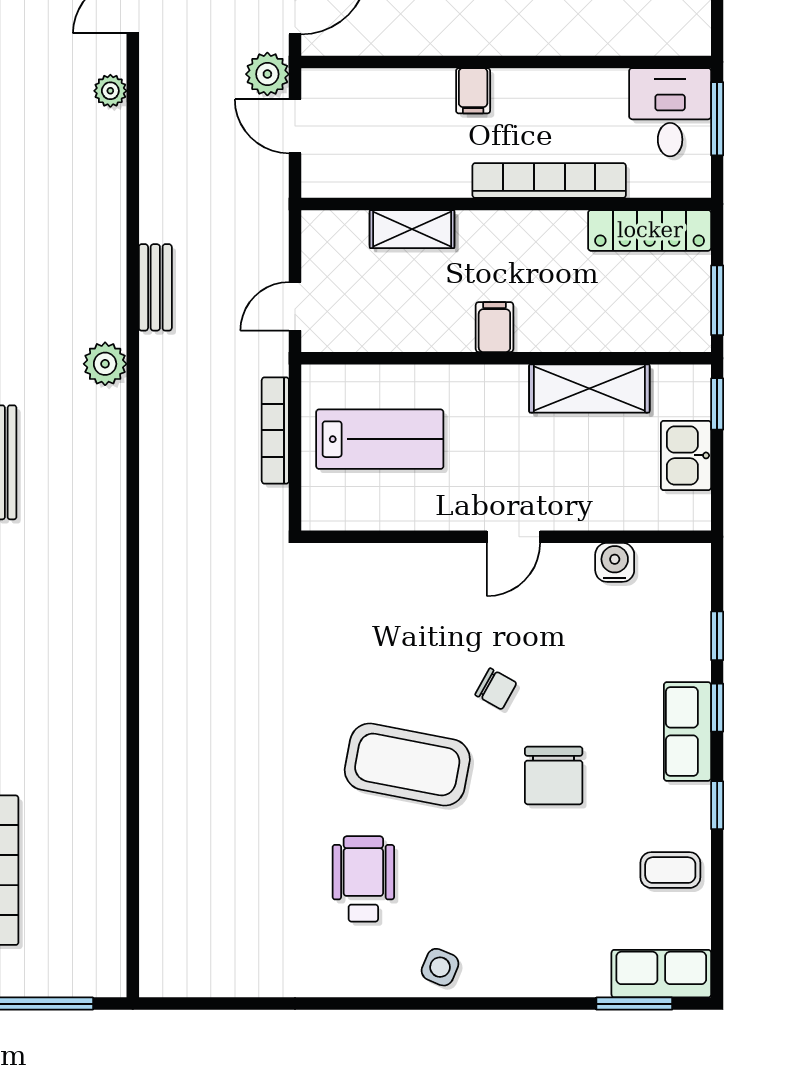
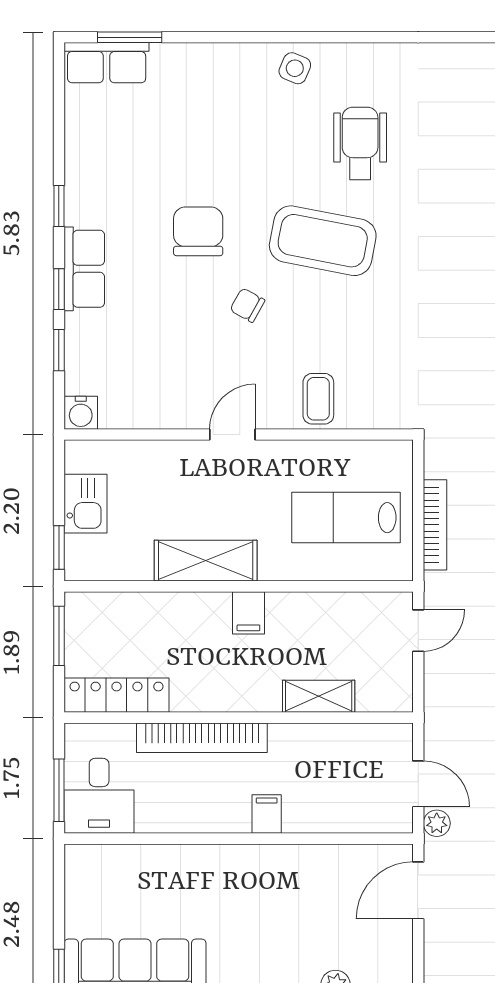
plant: (267, 74) -> (437, 823), width x0.73, depth x0.73
shelving: (589, 388) -> (206, 561), moved
water cooler: (615, 562) -> (81, 413), moved
coffee table: (670, 870) -> (318, 399), moved, turned 90
wheelchair: (363, 879) -> (360, 143), turned 180

